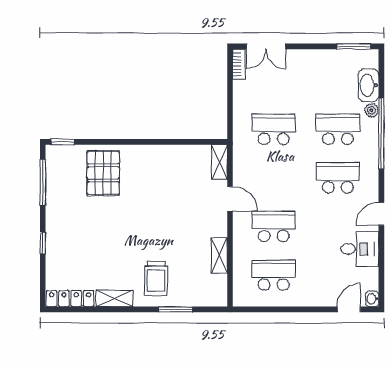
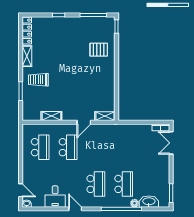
school desk: (274, 129) -> (124, 147), removed
pallet: (103, 173) -> (99, 50), width x0.67, depth x0.71

